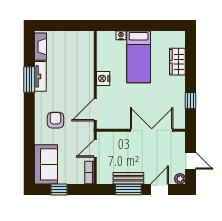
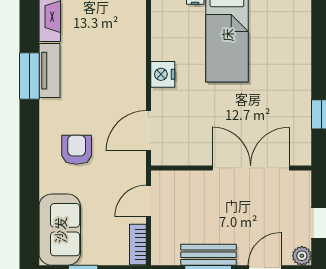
wardrobe: (177, 62) -> (297, 44), removed

